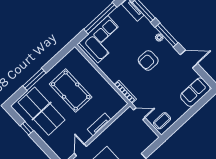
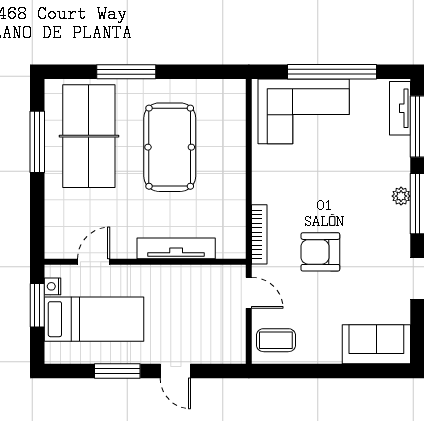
armchair: (148, 60) -> (320, 252), moved
tv unit: (99, 124) -> (176, 248), width x1.41
window: (27, 128) -> (37, 142), width x2.17

